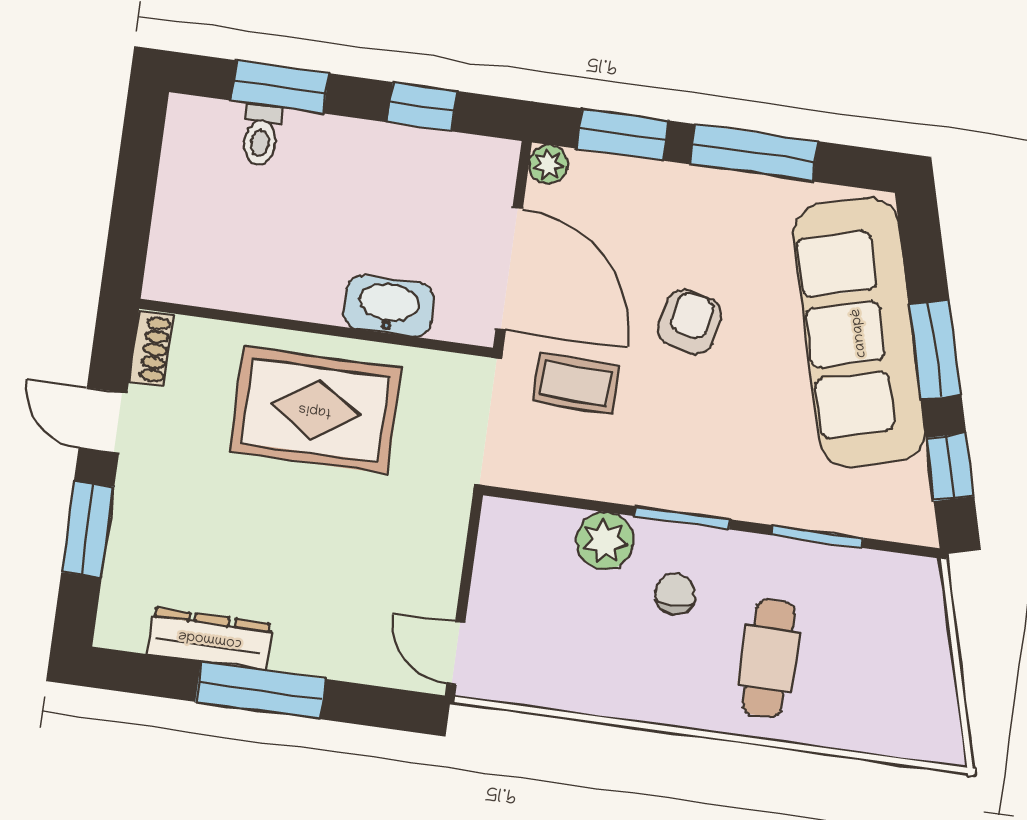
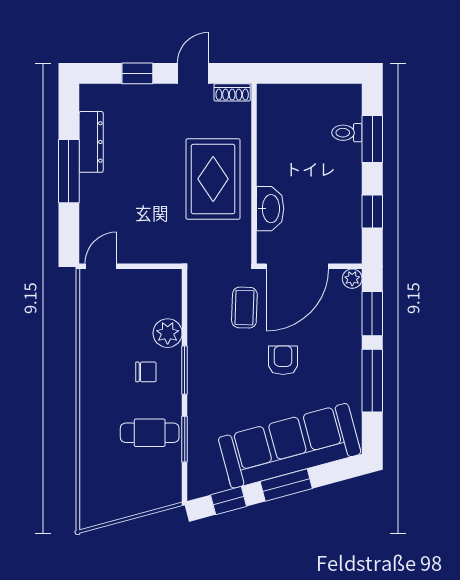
armchair: (690, 322) -> (283, 360), turned -103
window: (88, 530) -> (137, 73), width x0.67
cafe table: (769, 658) -> (150, 433), moved

